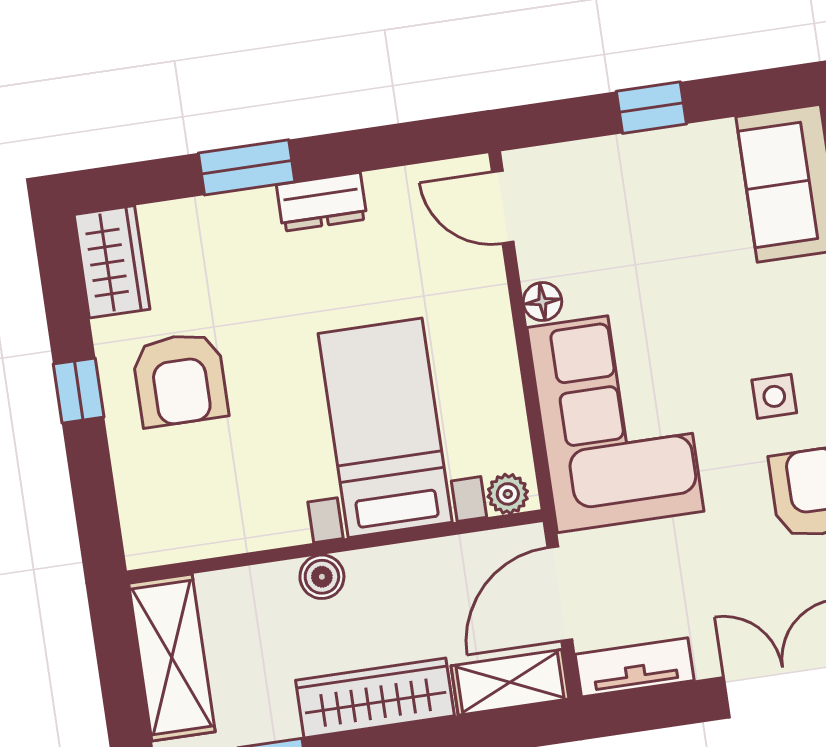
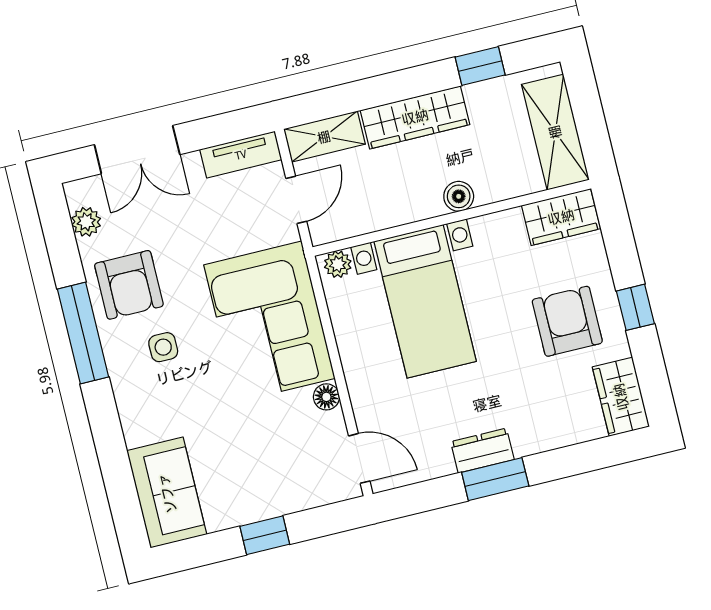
window: (247, 167) -> (495, 479), moved
wardrobe: (175, 533) -> (561, 217), added
door: (560, 594) -> (296, 200), width x0.73

